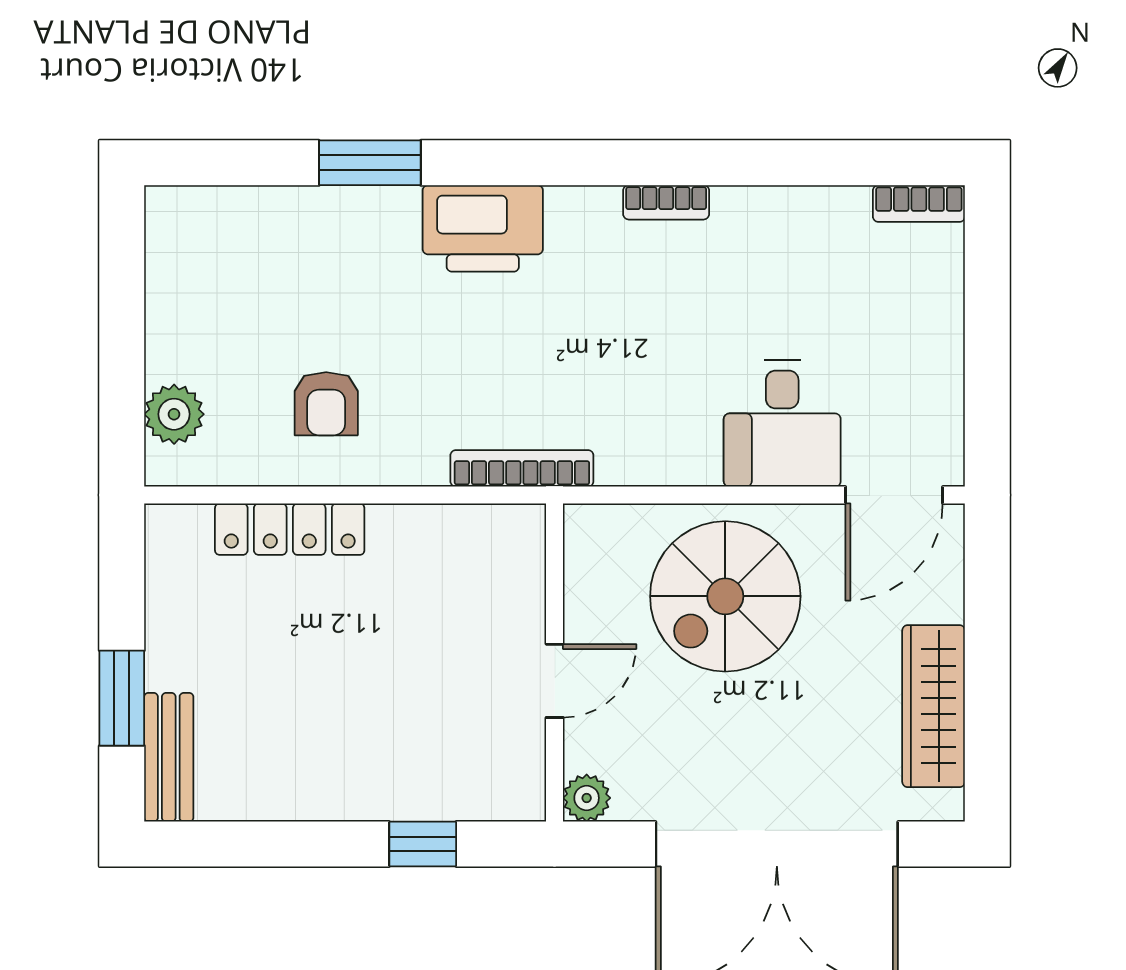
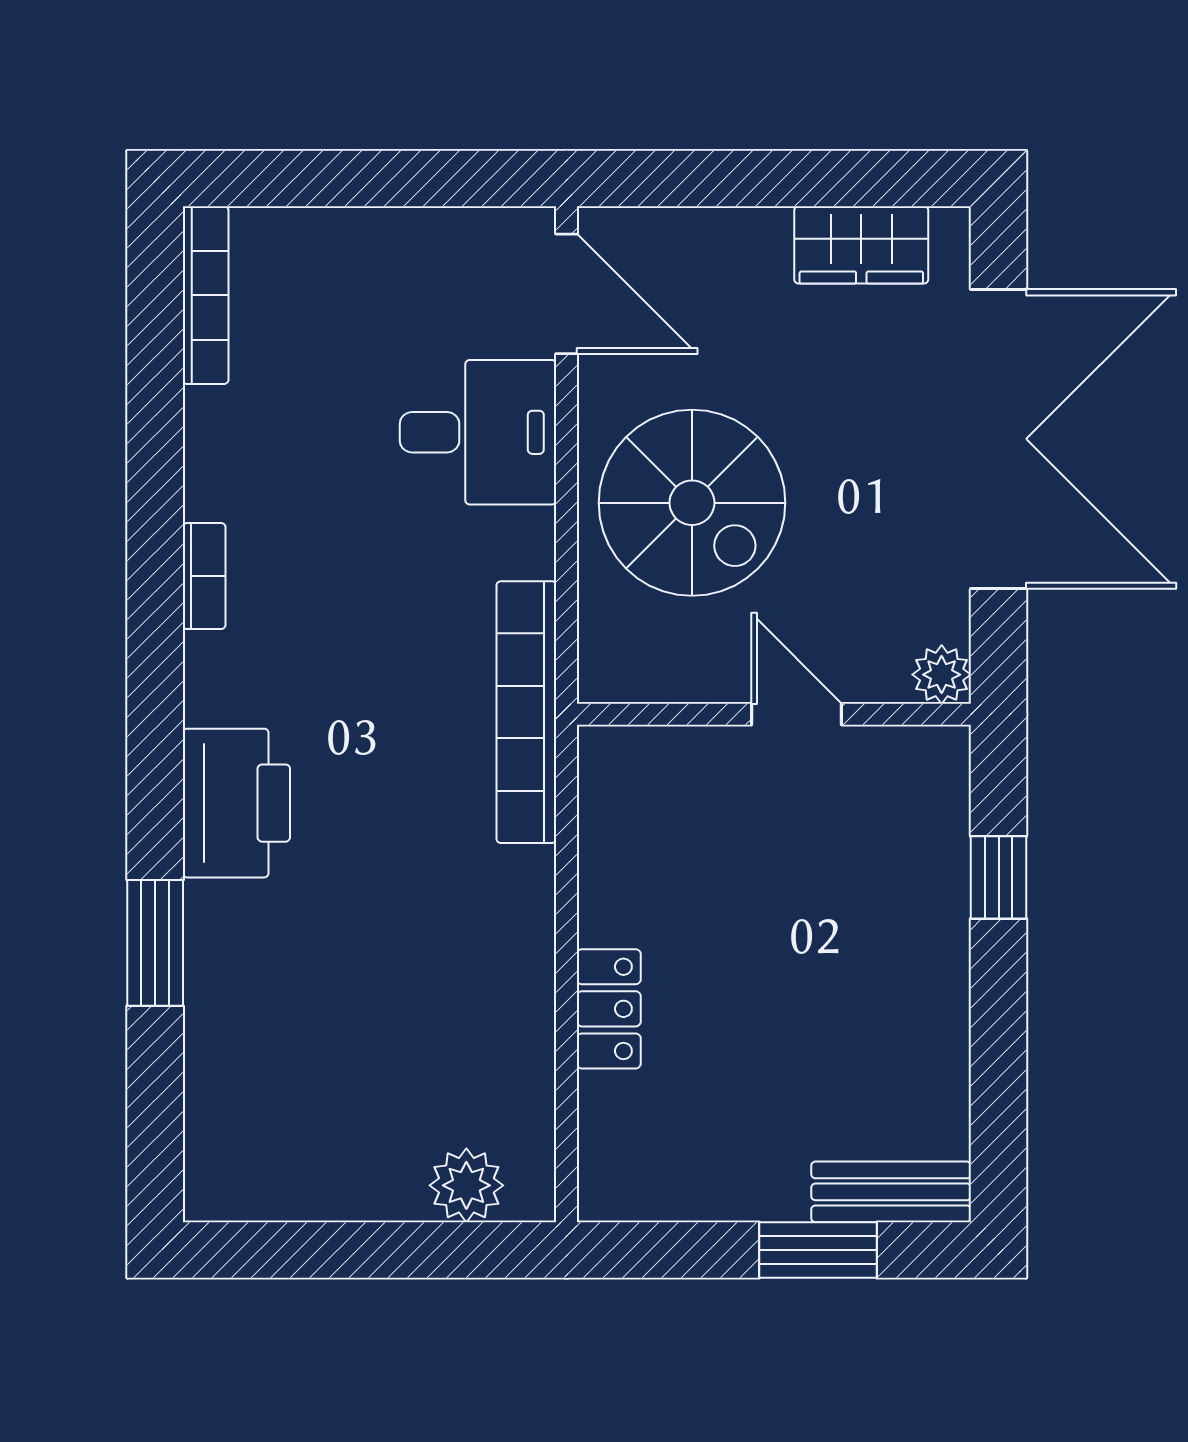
bookcase: (919, 204) -> (206, 295), width x1.56
armchair: (326, 404) -> (453, 997), removed
bookcase: (522, 468) -> (526, 712), width x1.48, depth x1.31
locker: (290, 529) -> (609, 1009), width x0.66
wardrobe: (934, 706) -> (861, 245), width x0.67

